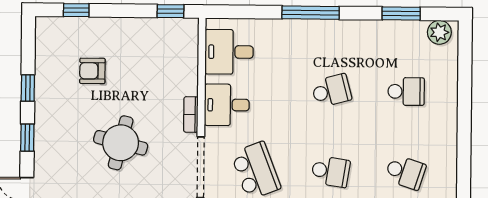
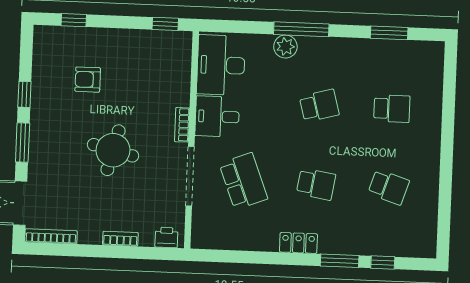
plant: (439, 32) -> (285, 47), moved
desk: (229, 52) -> (221, 65), width x1.37
window: (27, 138) -> (23, 143), width x1.50

